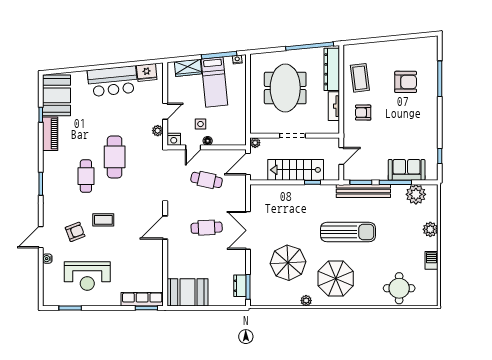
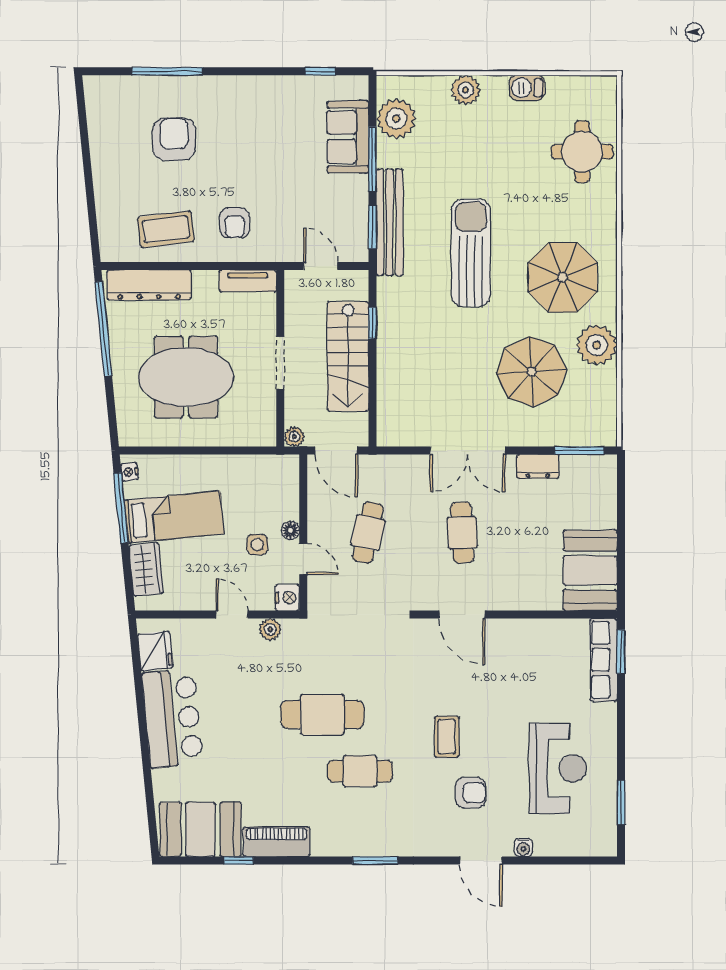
tv unit: (334, 106) -> (248, 281), moved
armchair: (75, 232) -> (471, 793), turned 111
dresser: (240, 286) -> (538, 466), moved
plant: (306, 301) -> (597, 345), width x1.88, depth x1.88

